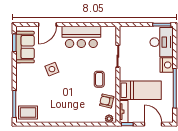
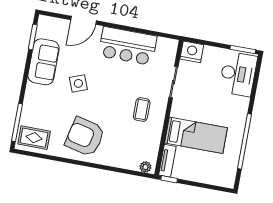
sofa: (25, 47) -> (43, 62), moved
nightstand: (167, 65) -> (192, 52), moved, turned -90
armchair: (107, 101) -> (85, 137), moved, width x1.88, depth x1.88
door: (153, 124) -> (205, 186), removed

